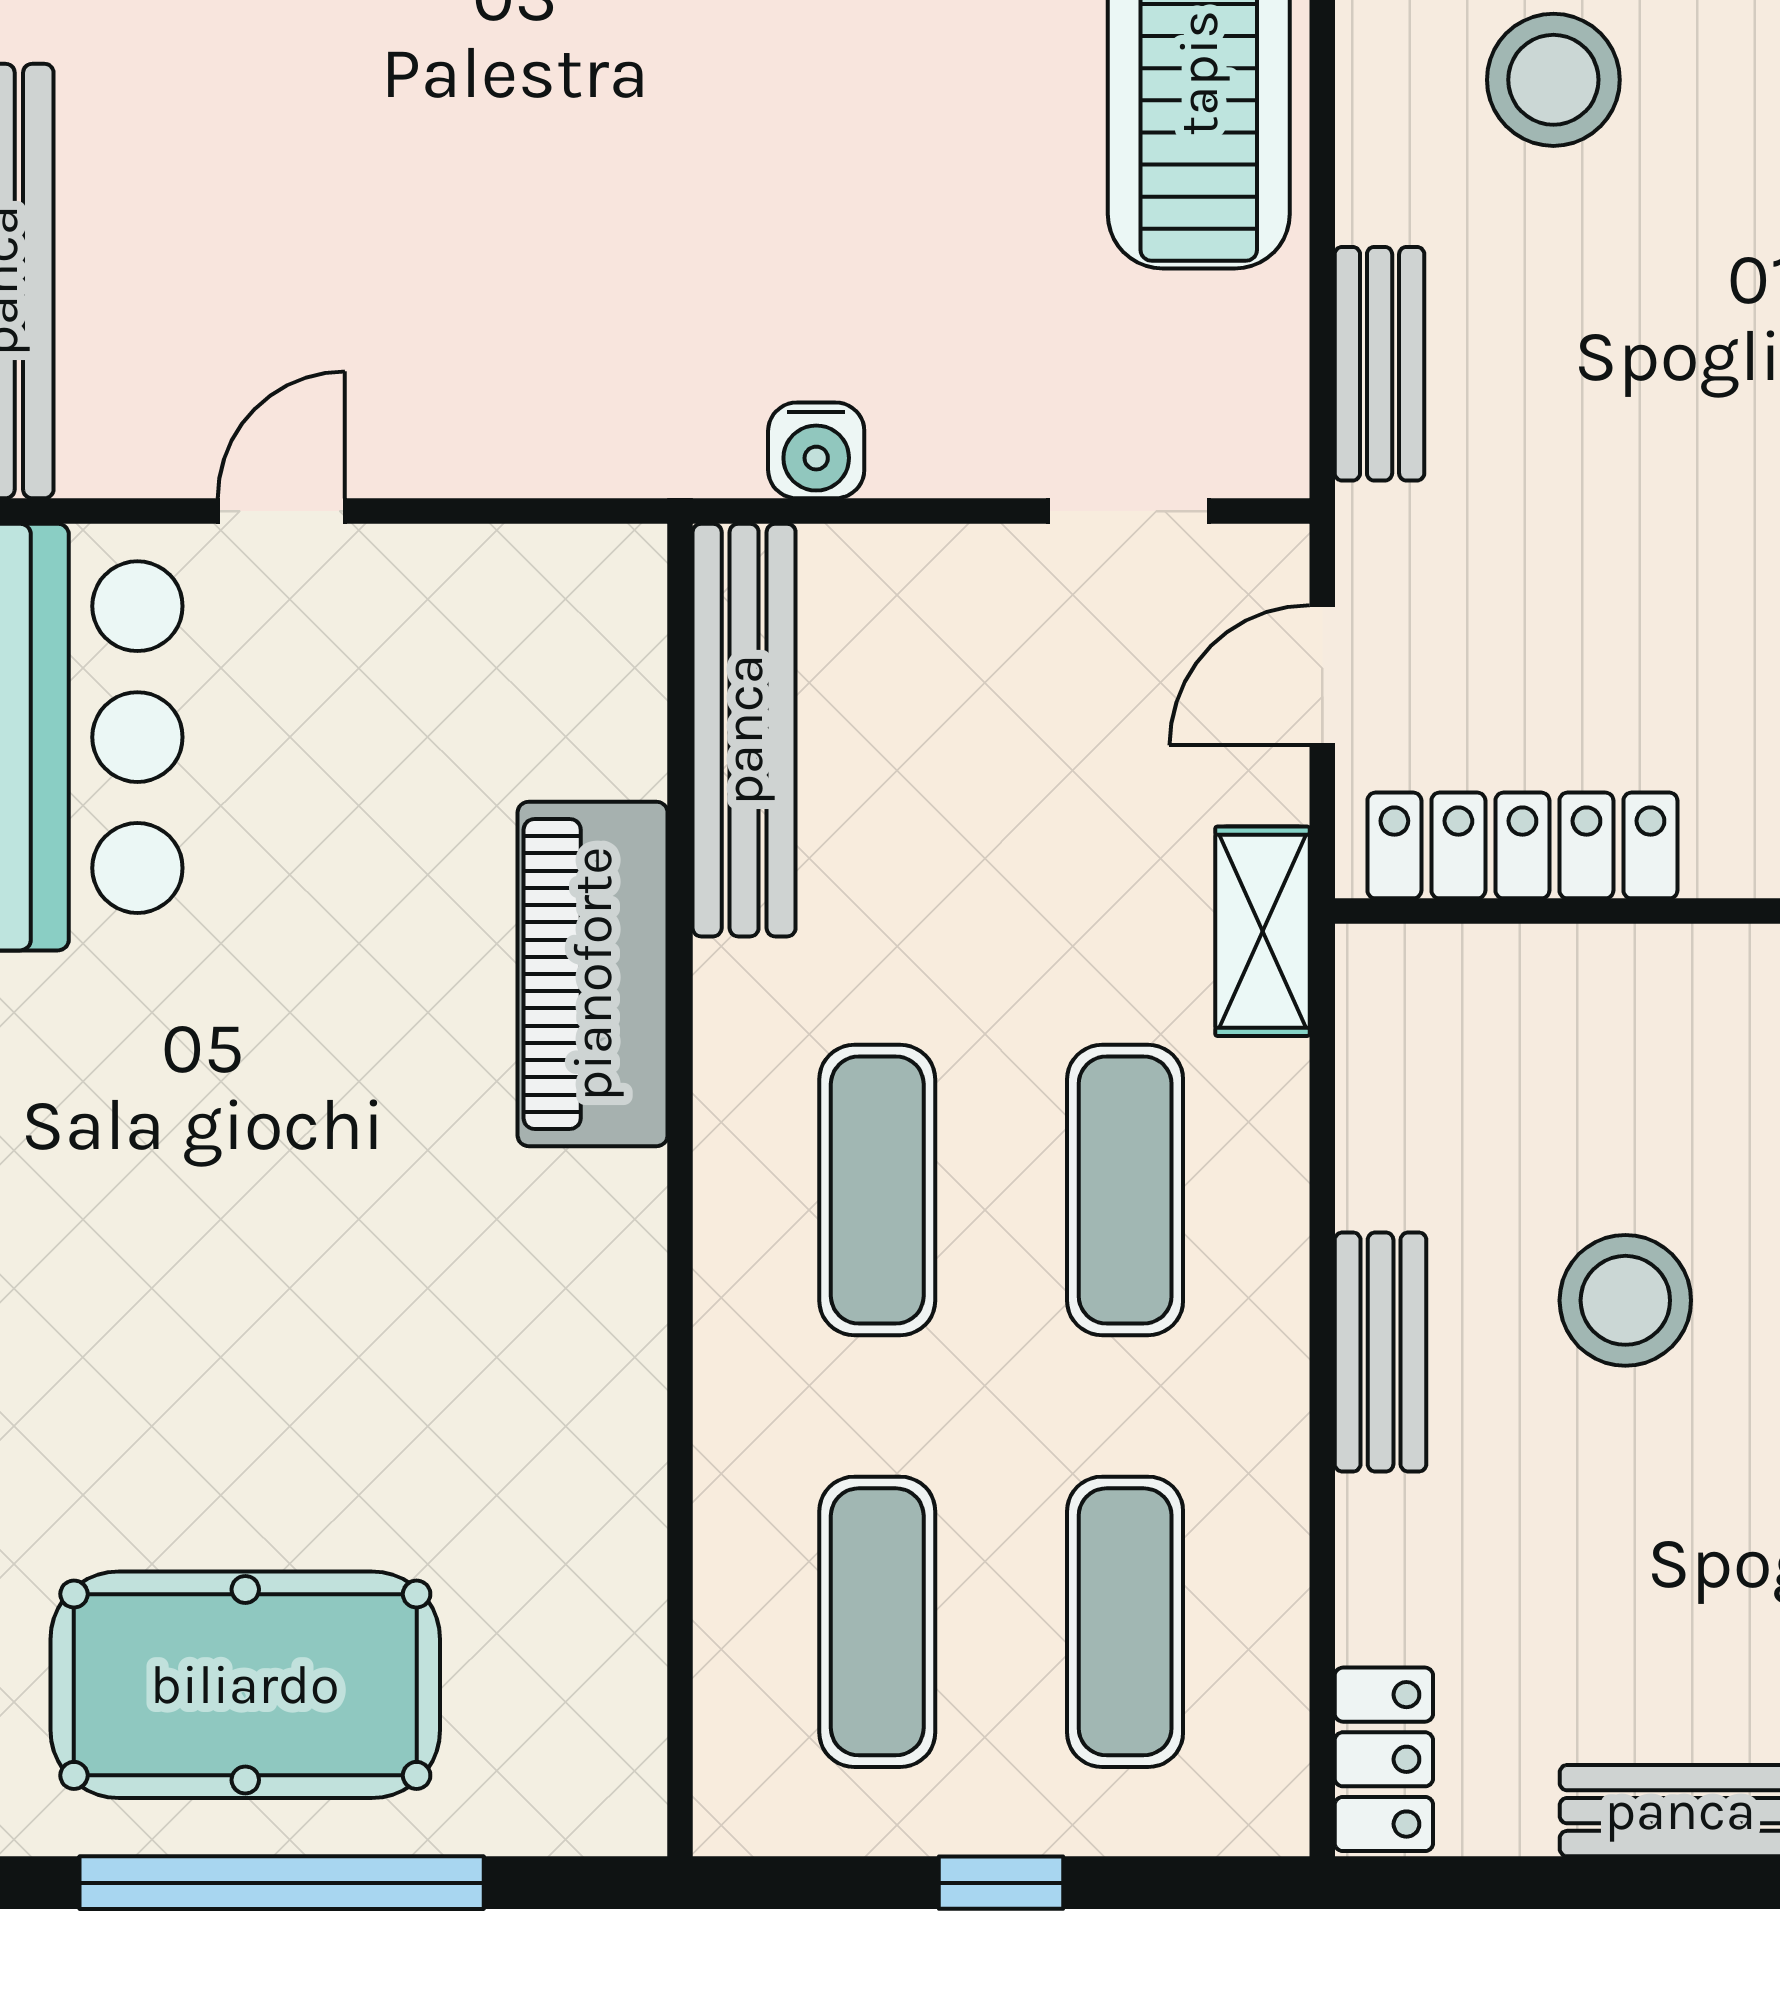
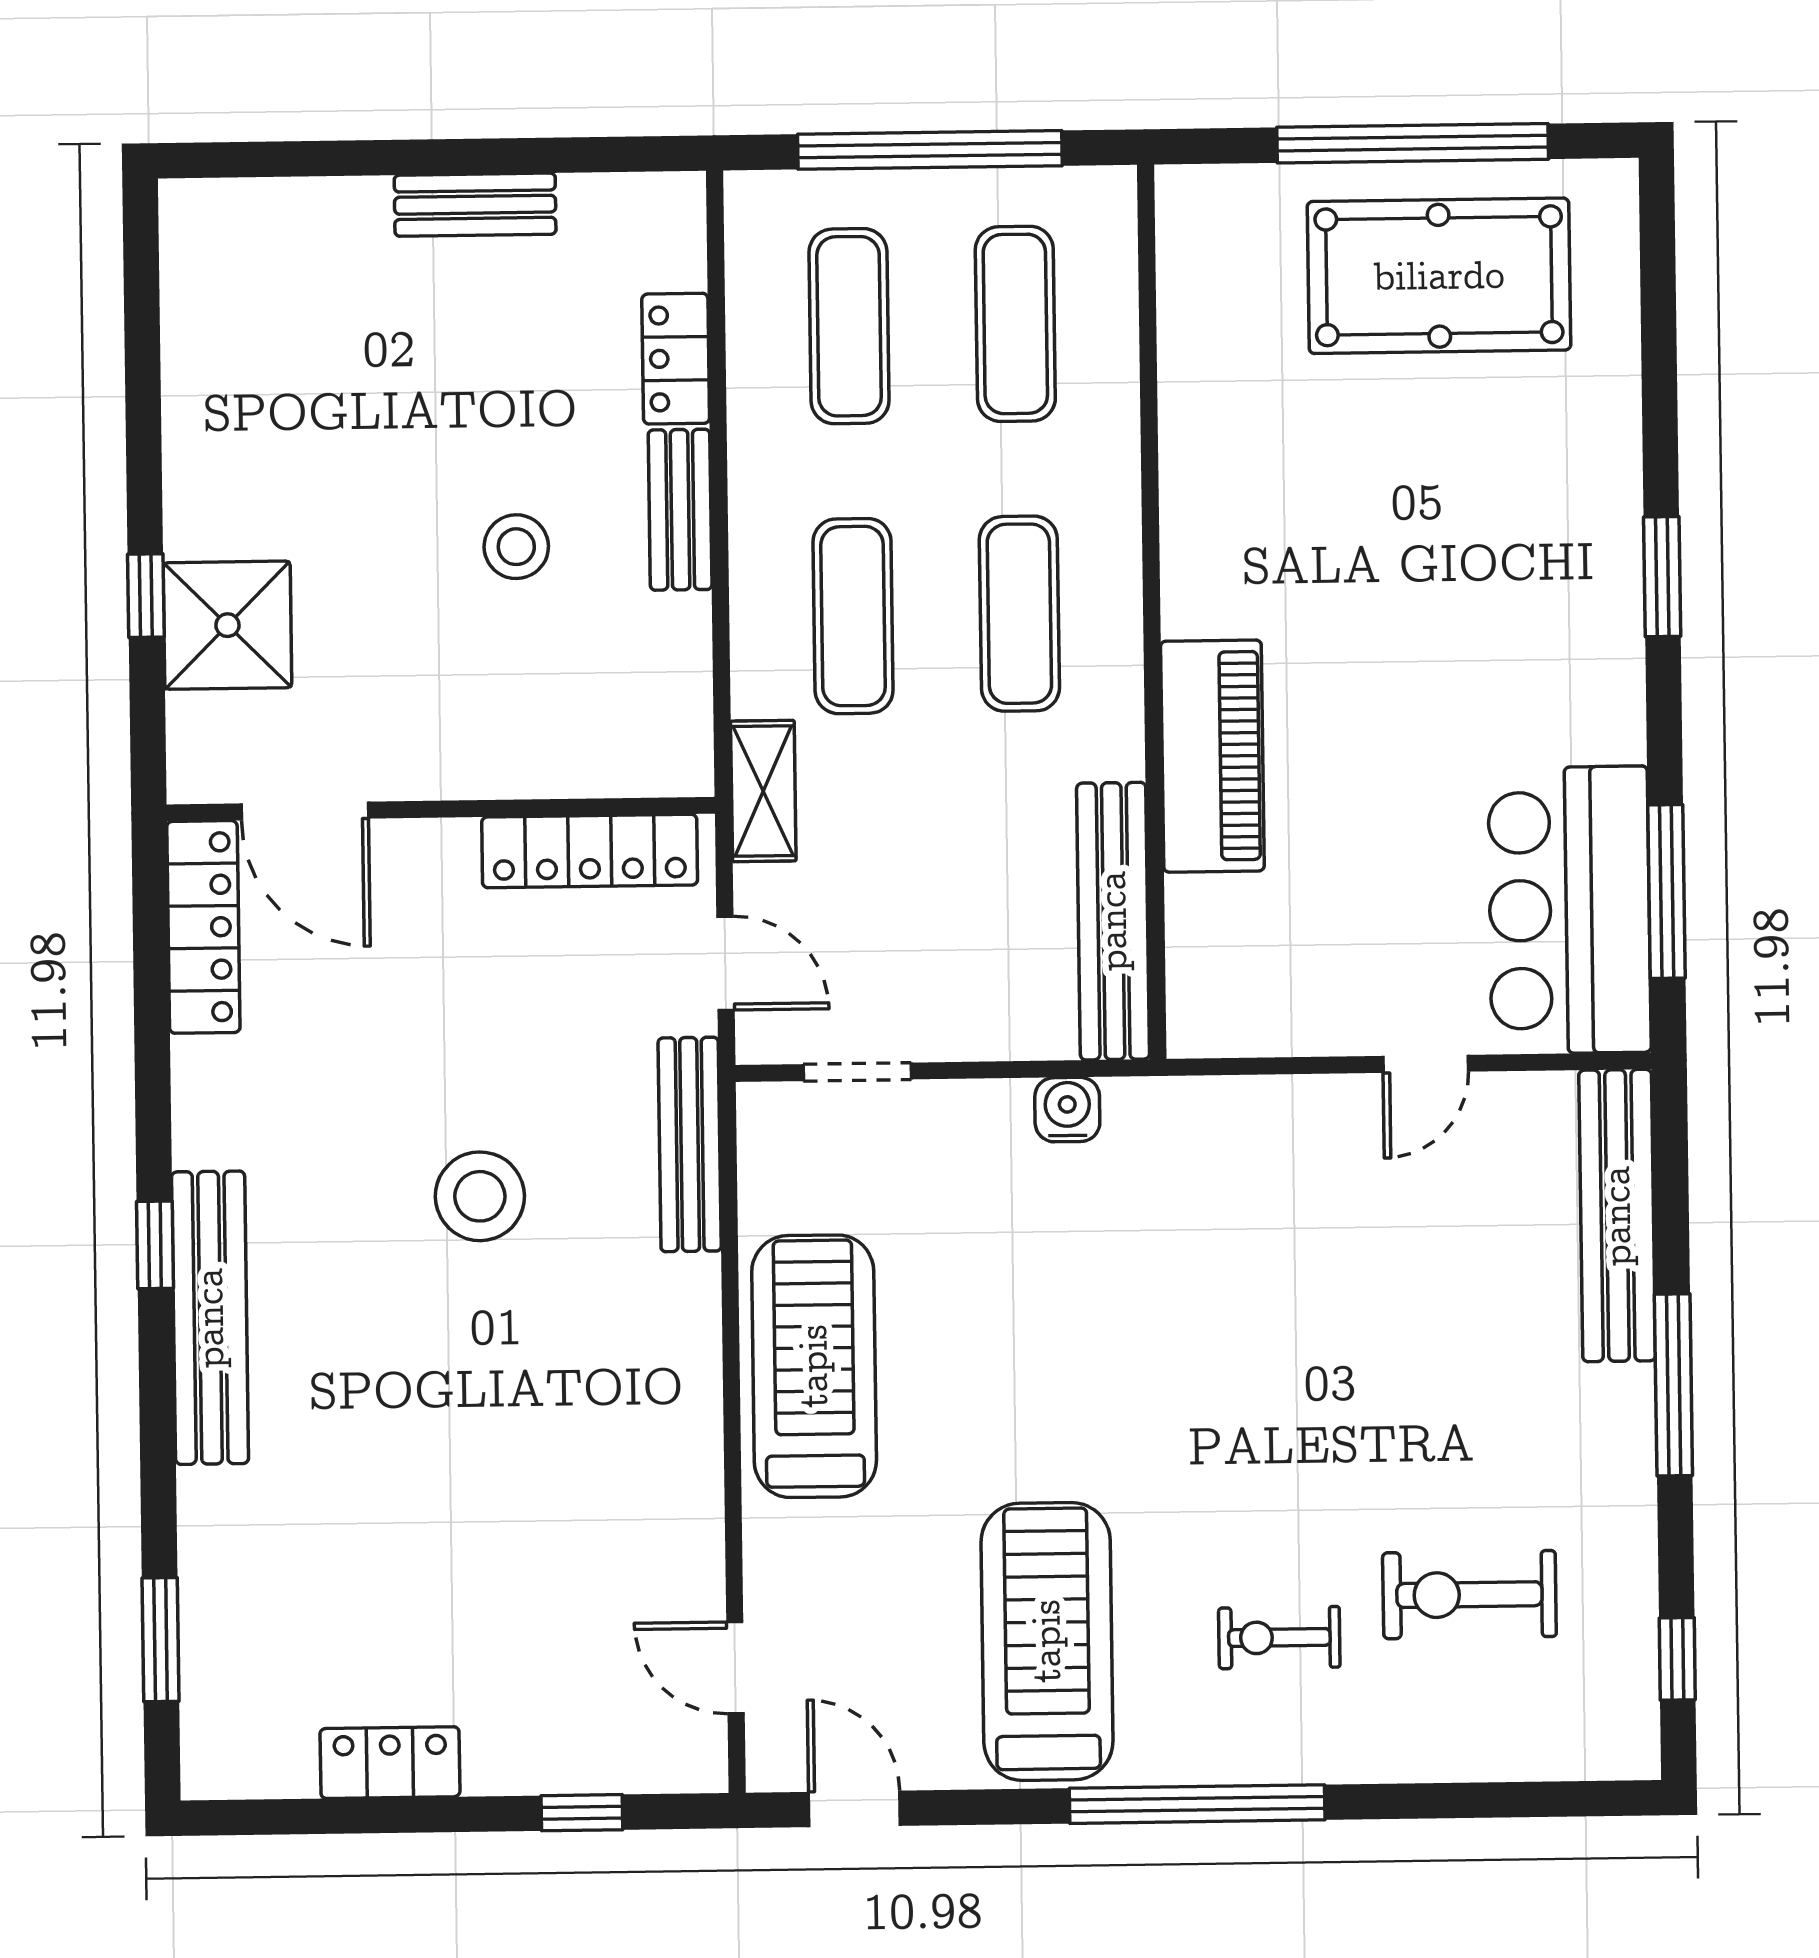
stool: (1553, 80) -> (480, 1196), moved
bench: (1380, 364) -> (690, 1144), width x1.36
door: (1322, 675) -> (726, 963), hinge flipped
stool: (1625, 1300) -> (516, 547), width x0.73, depth x0.73
locker: (1384, 1759) -> (676, 359), moved
window: (1001, 1883) -> (930, 150), width x3.17

